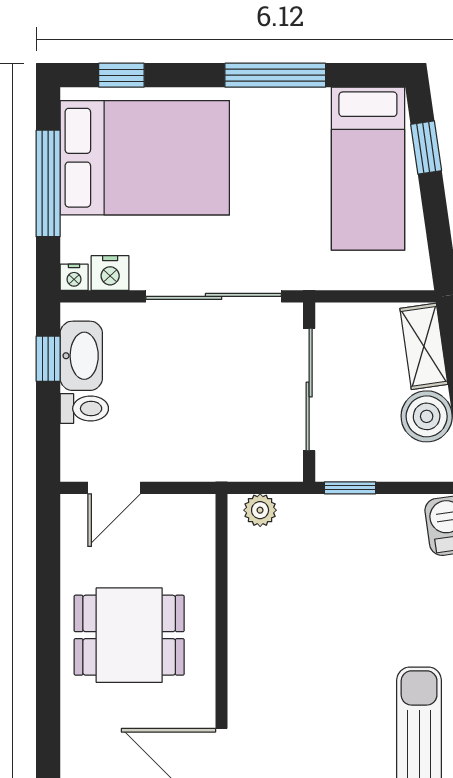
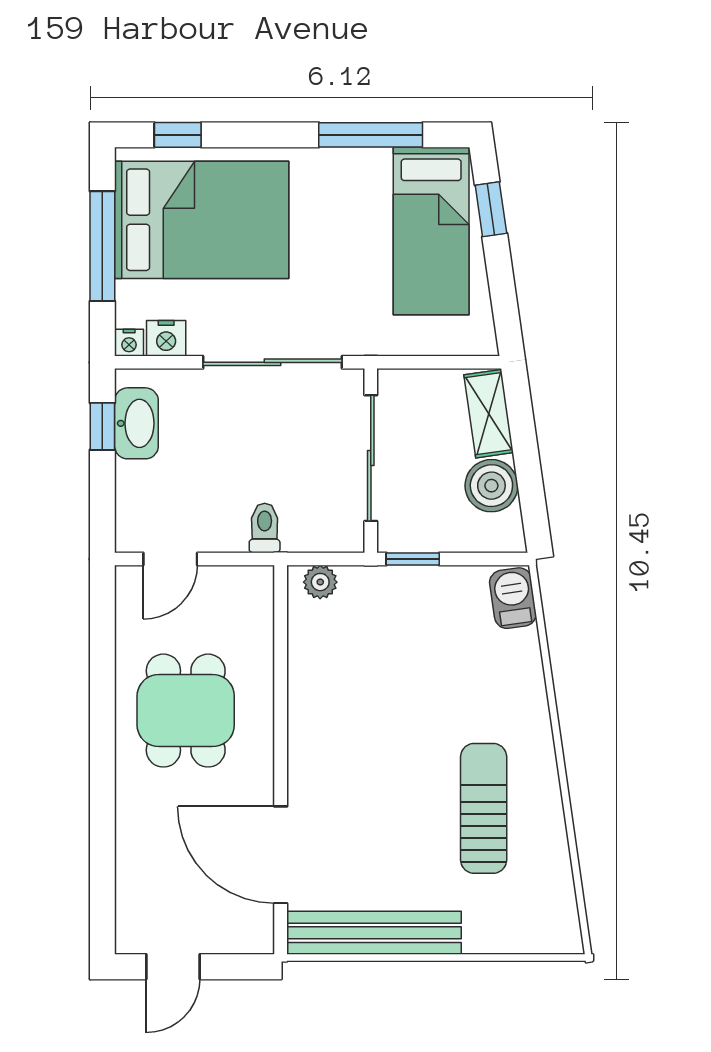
window: (275, 75) -> (371, 135), moved
toilet: (84, 409) -> (265, 528), moved, turned -90
dining table: (129, 635) -> (186, 711), turned 90

